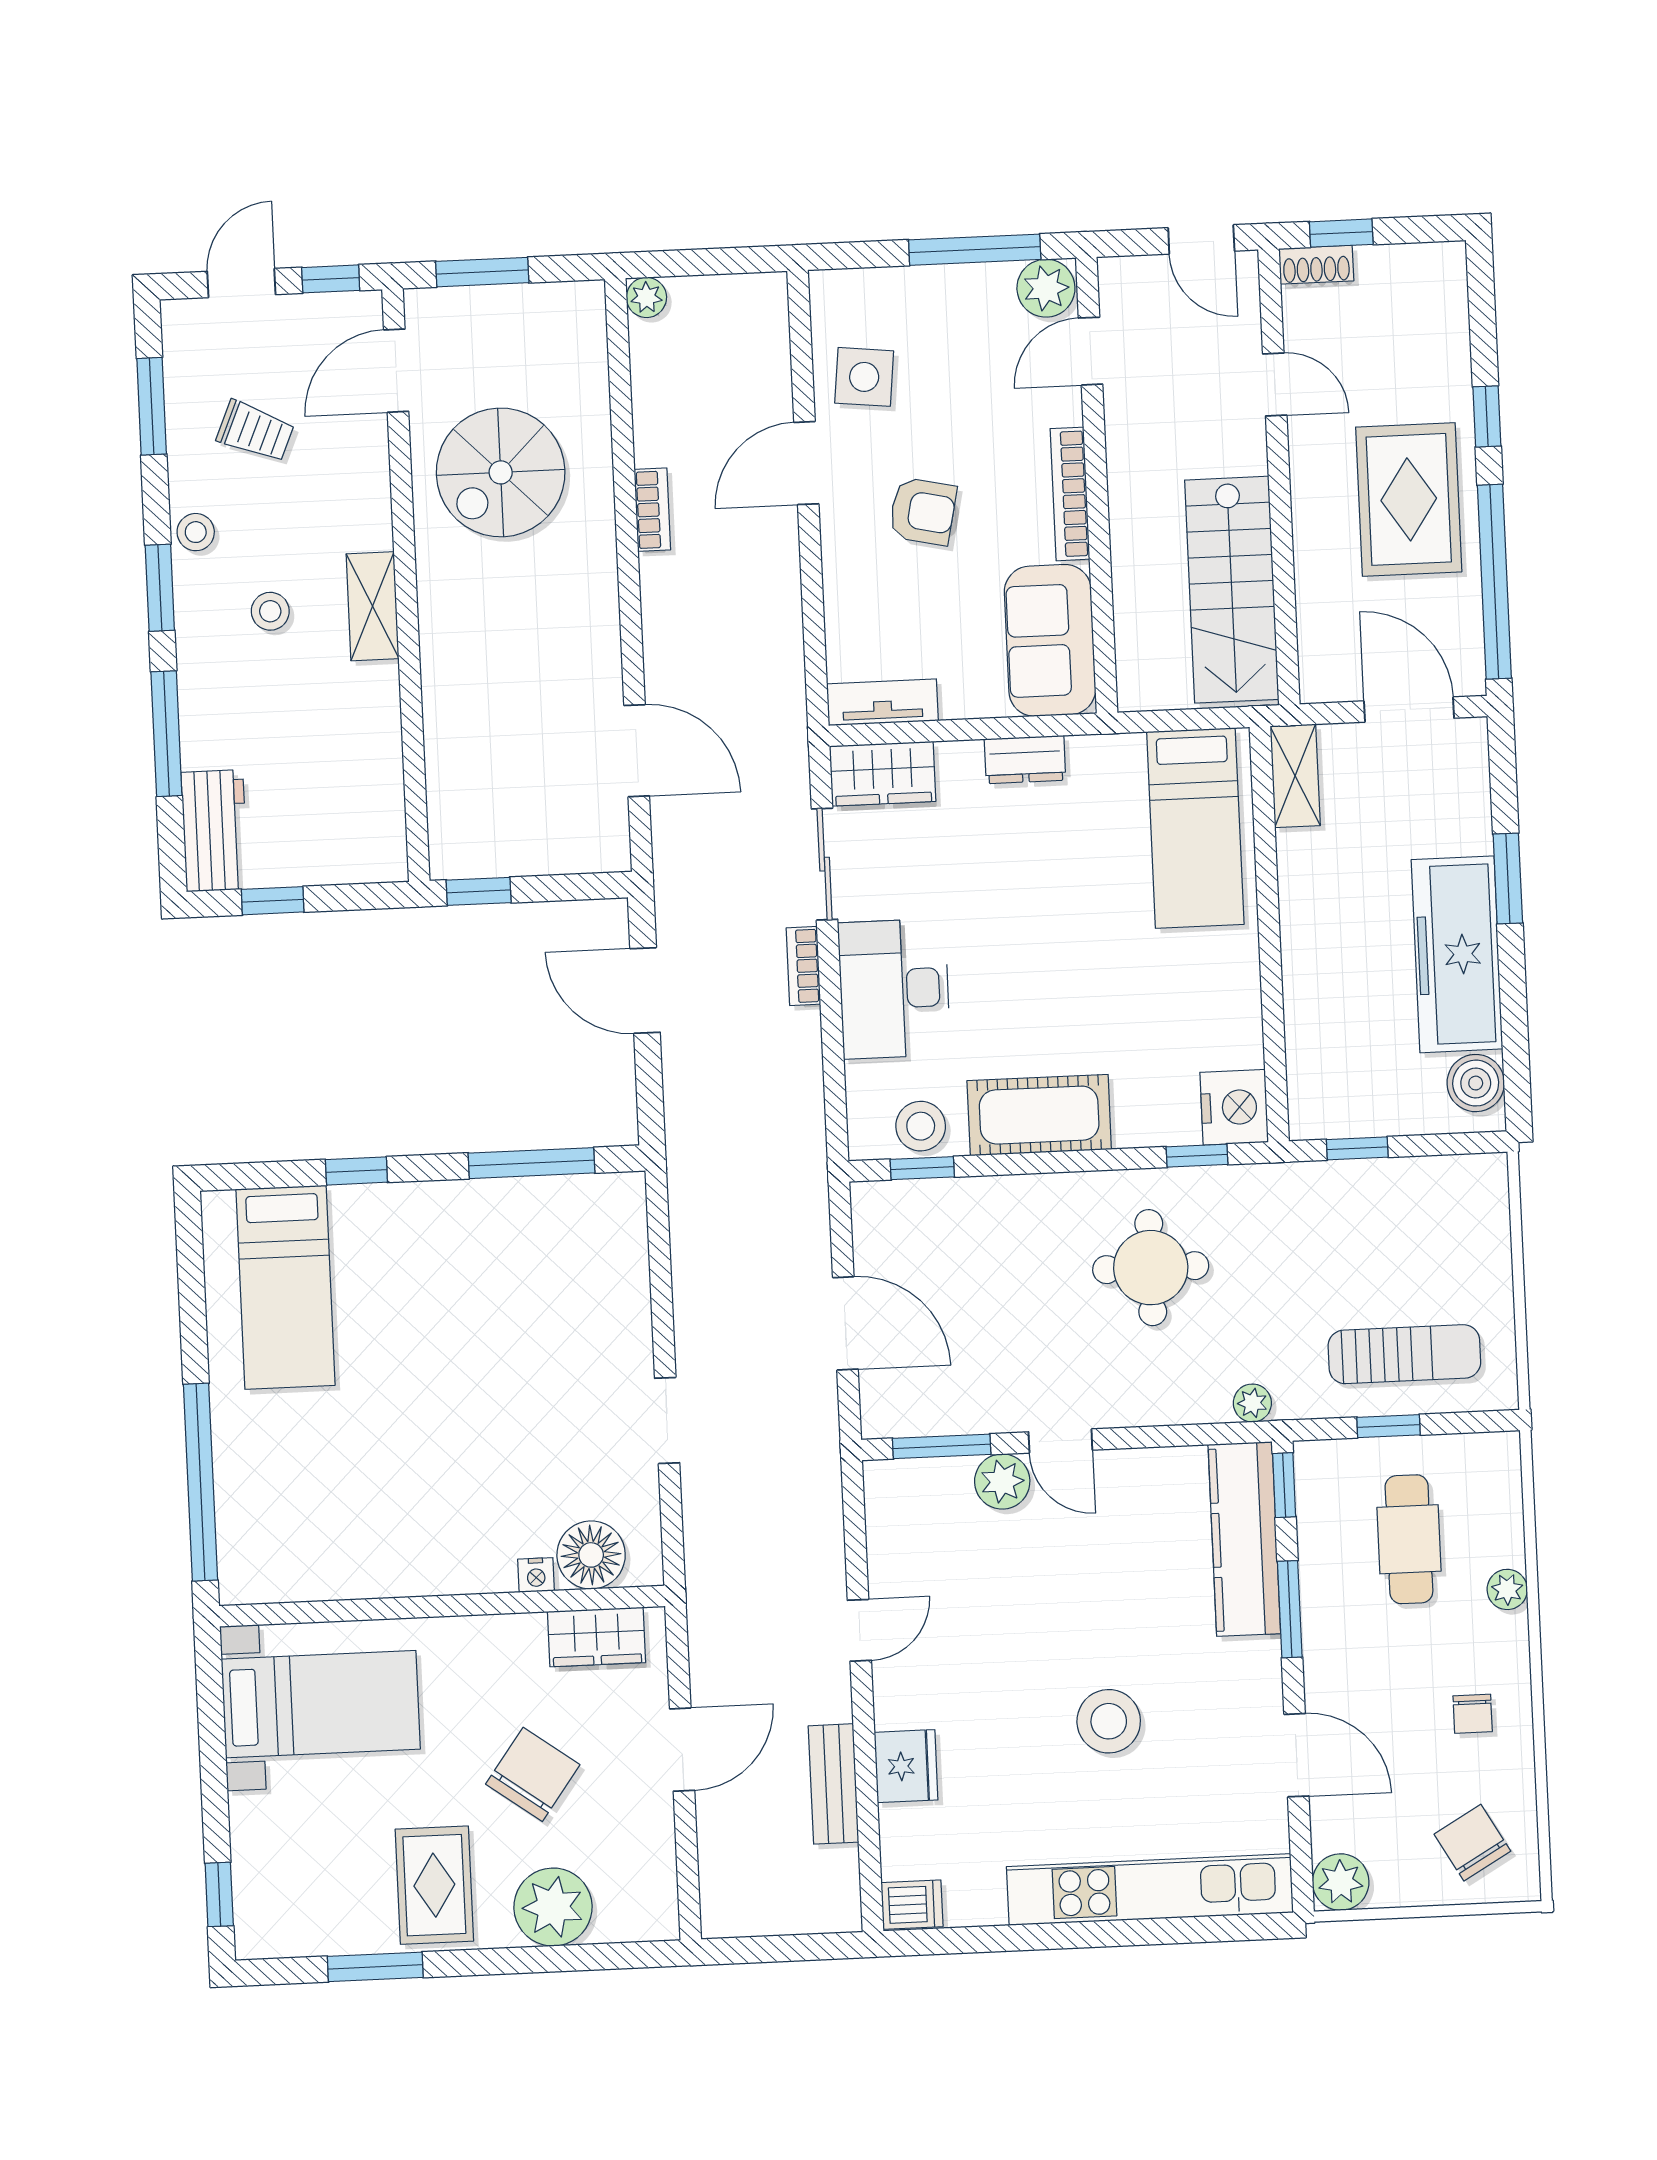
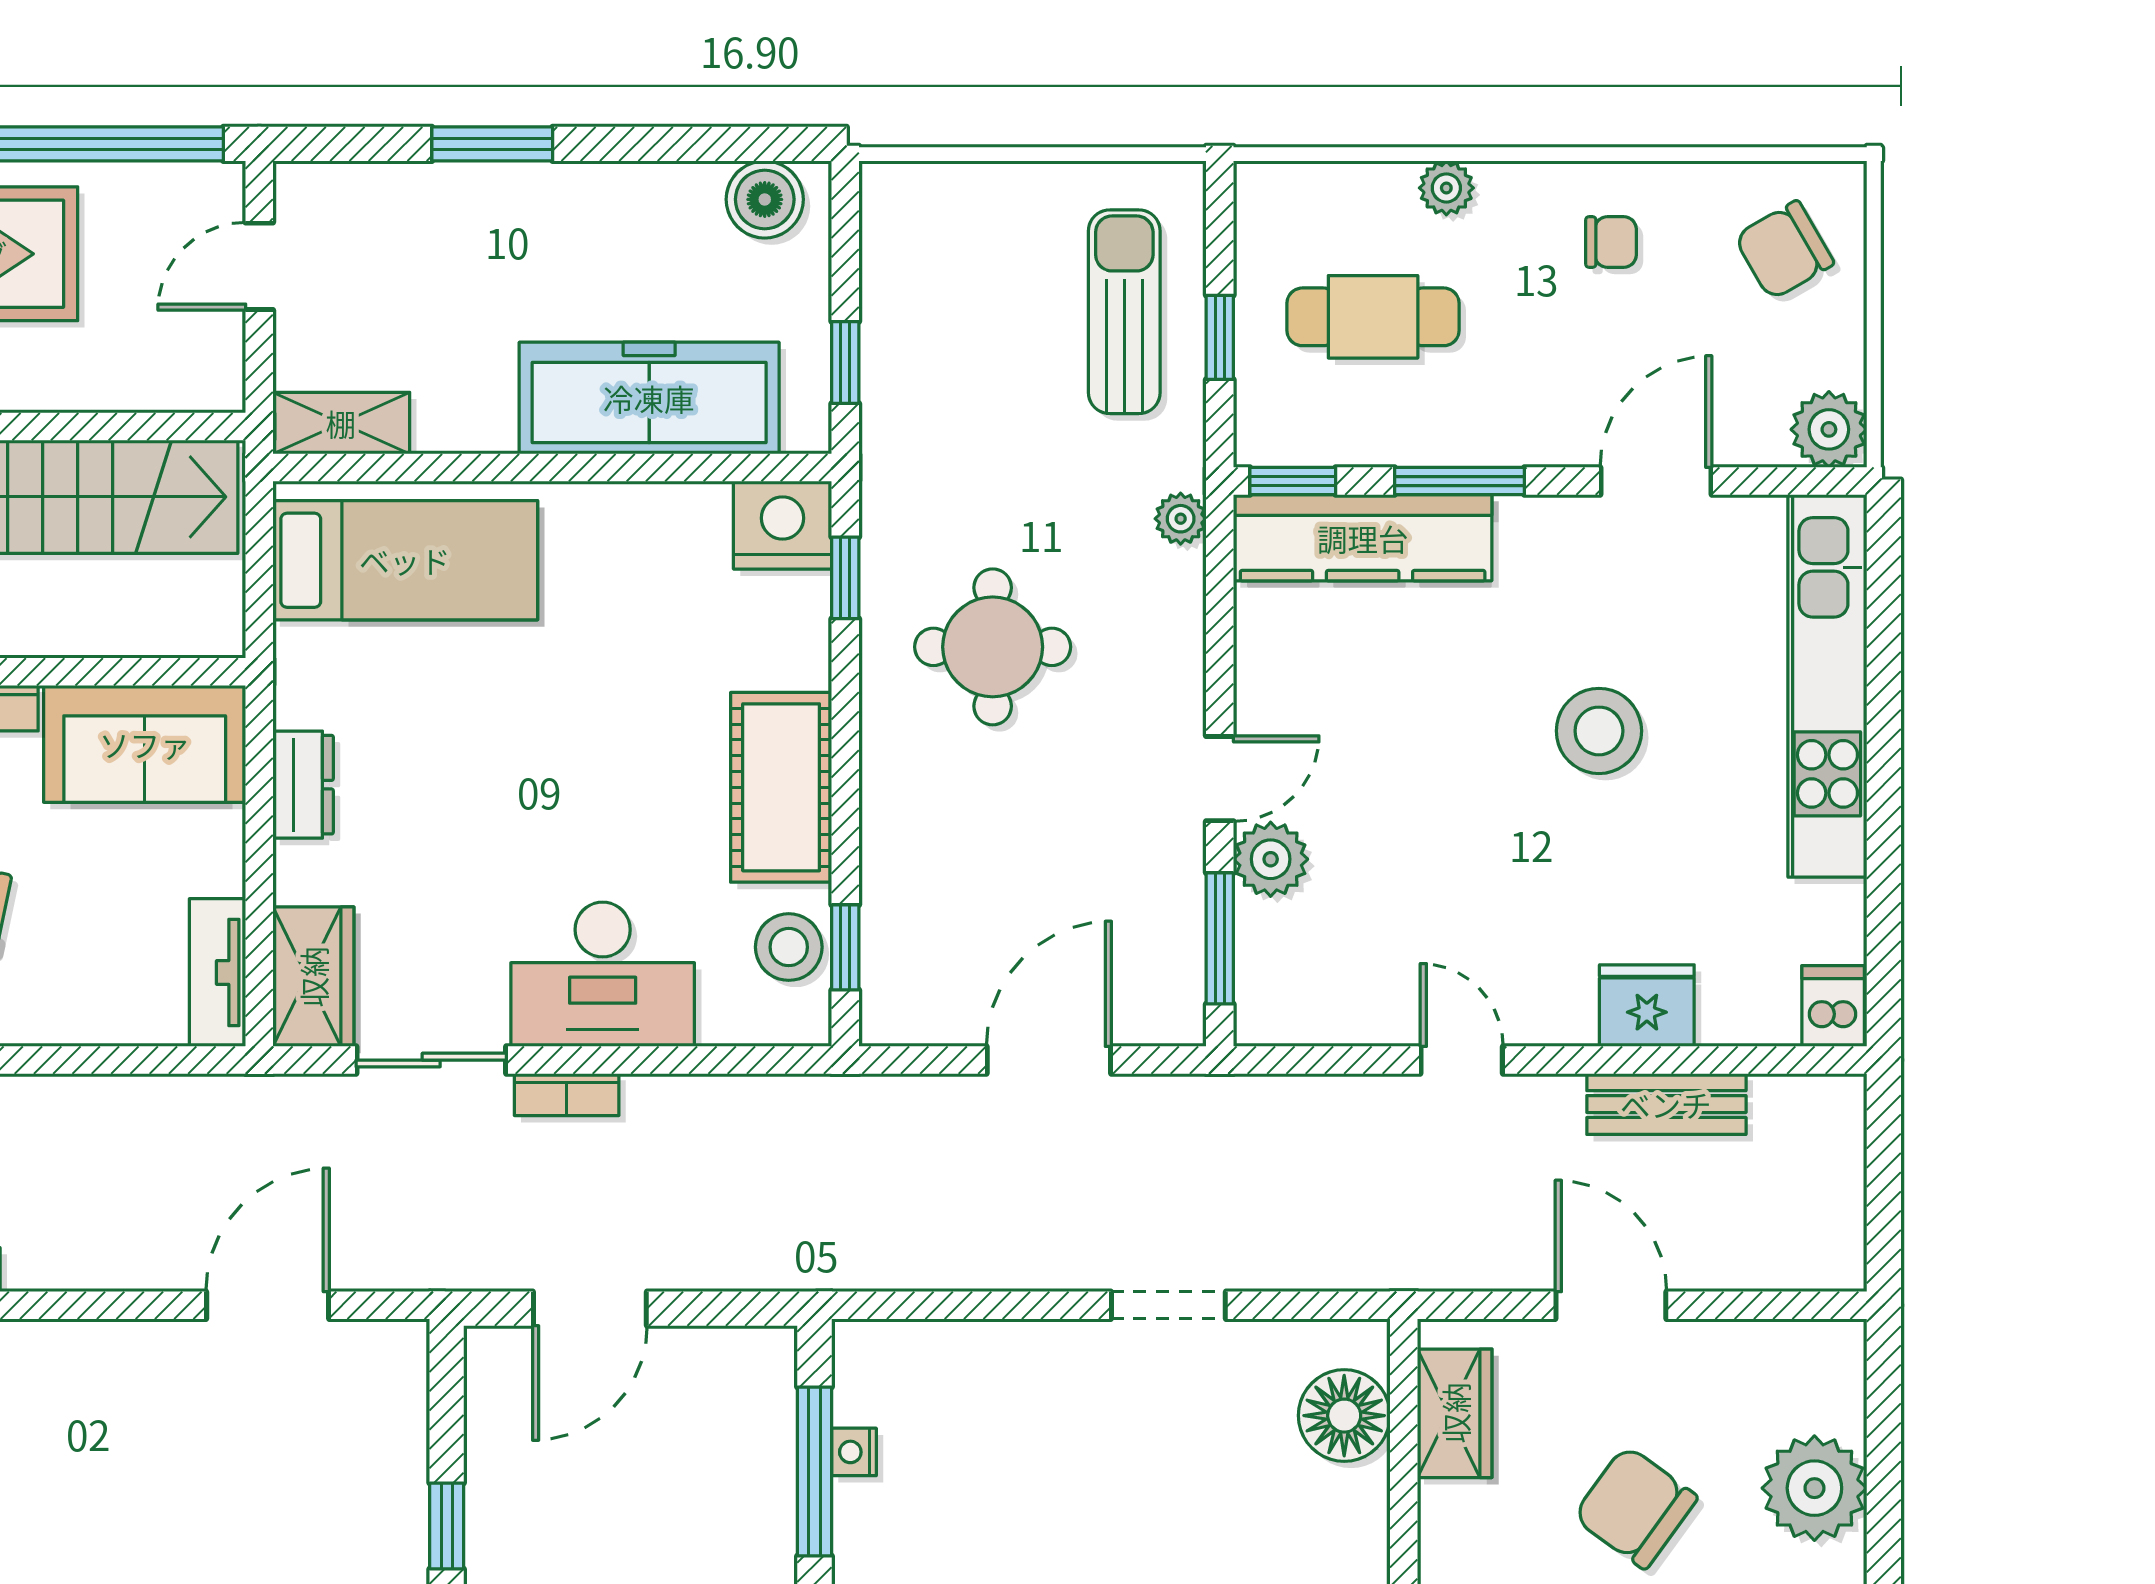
door: (1409, 710) -> (259, 266), width x0.73
freezer: (1457, 954) -> (649, 398), moved, turned 180
nightstand: (536, 1575) -> (854, 1452), moved, turned 180

